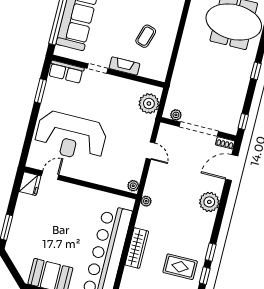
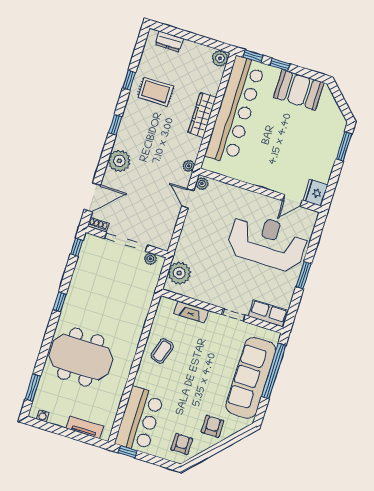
coffee table: (146, 36) -> (162, 351), moved
fireplace: (124, 66) -> (191, 312), moved
window: (40, 91) -> (304, 275), moved
door: (151, 151) -> (188, 198), moved
window: (211, 252) -> (115, 125), moved

